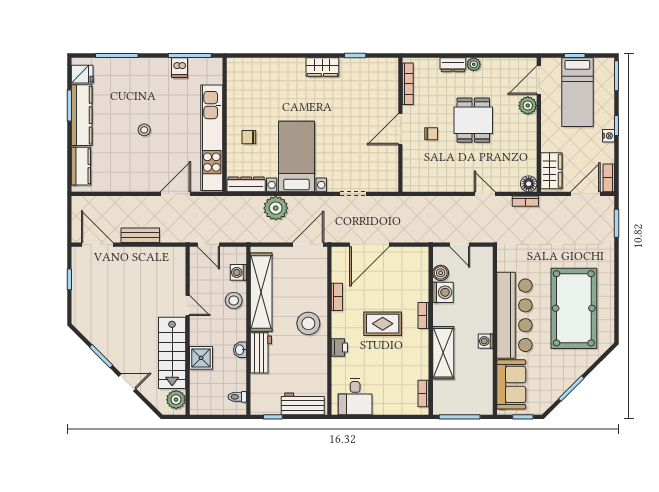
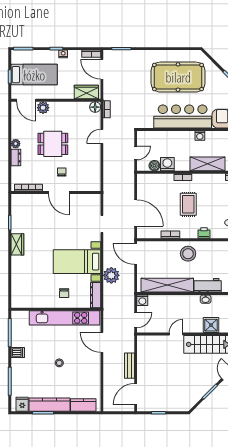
dishwasher: (179, 68) -> (18, 352), moved
washing machine: (238, 272) -> (142, 300), moved
stool: (234, 300) -> (173, 303), removed

